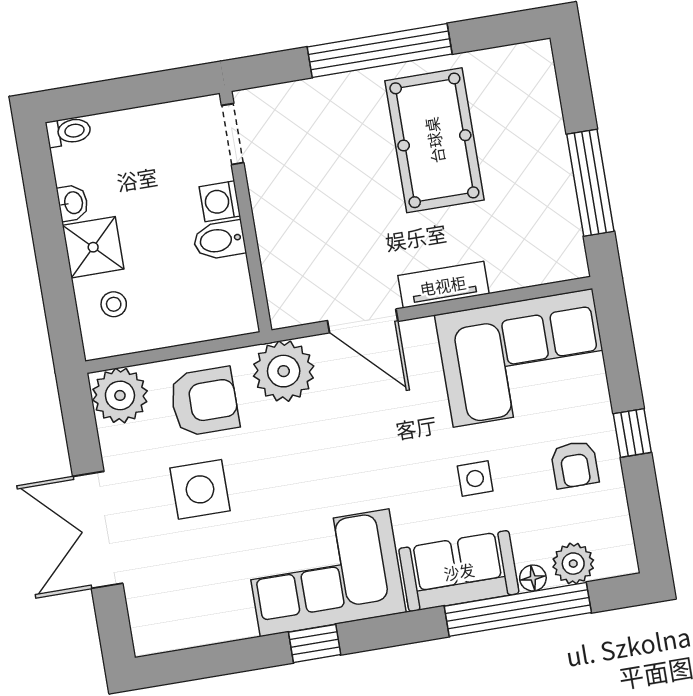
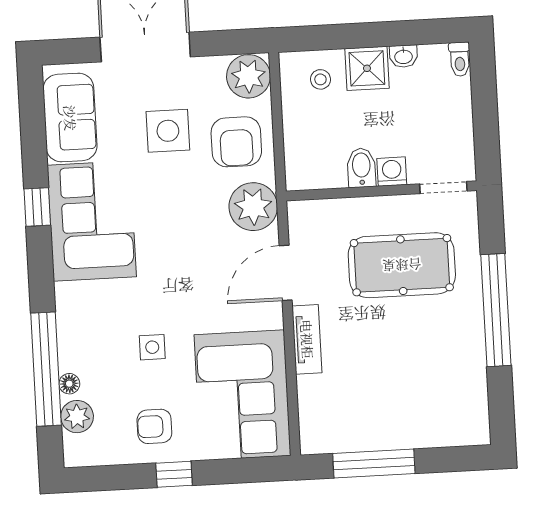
pool table: (434, 140) -> (402, 265), moved
sofa: (459, 571) -> (70, 118), moved

